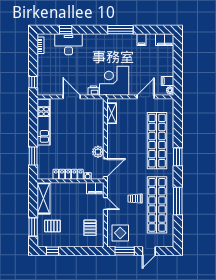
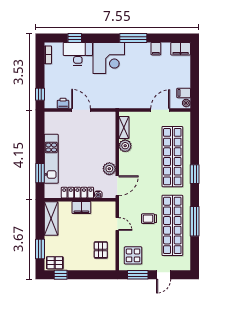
corner desk: (114, 81) -> (109, 58), moved, turned 180
printer: (93, 91) -> (63, 103), moved
kitchen unit: (44, 122) -> (51, 159), moved
plant: (113, 130) -> (125, 146), added
filing cabinet: (95, 188) -> (81, 207), moved
pallet: (52, 226) -> (55, 263), moved

